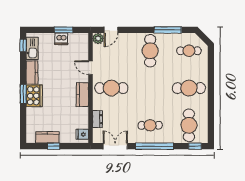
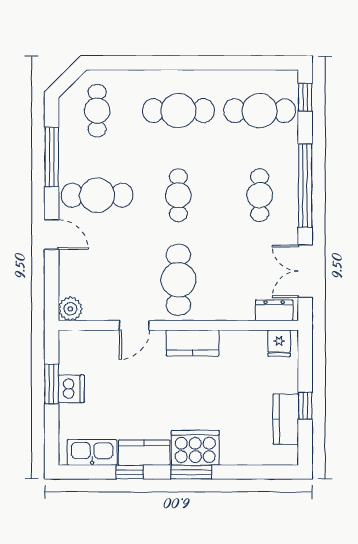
door: (111, 30) -> (52, 235), moved
window: (23, 45) -> (130, 472), moved
cafe table: (150, 88) -> (178, 195), added
cafe table: (189, 88) -> (178, 111), turned 90
dresser: (97, 119) -> (274, 310), moved

